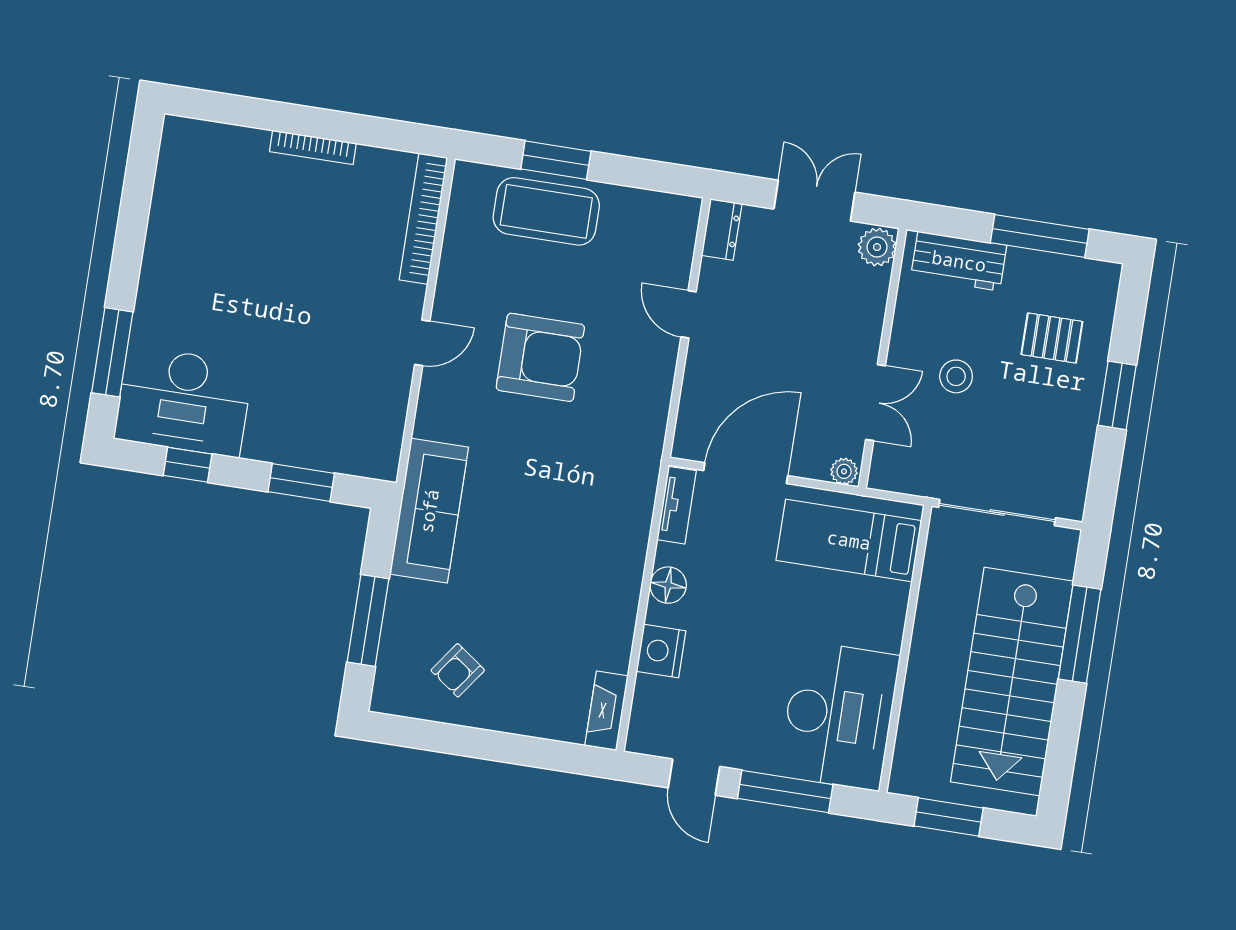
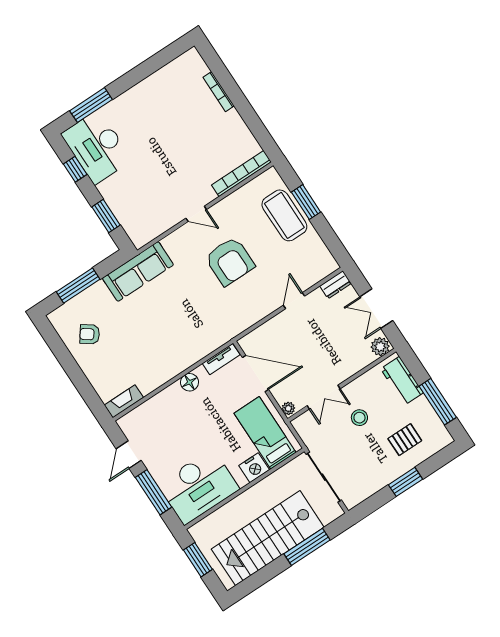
bookcase: (313, 147) -> (219, 92), moved
double door: (814, 201) -> (376, 309), swing flipped
pallet: (1052, 338) -> (405, 440), turned 90
nightstand: (661, 651) -> (254, 468), moved, turned 180

